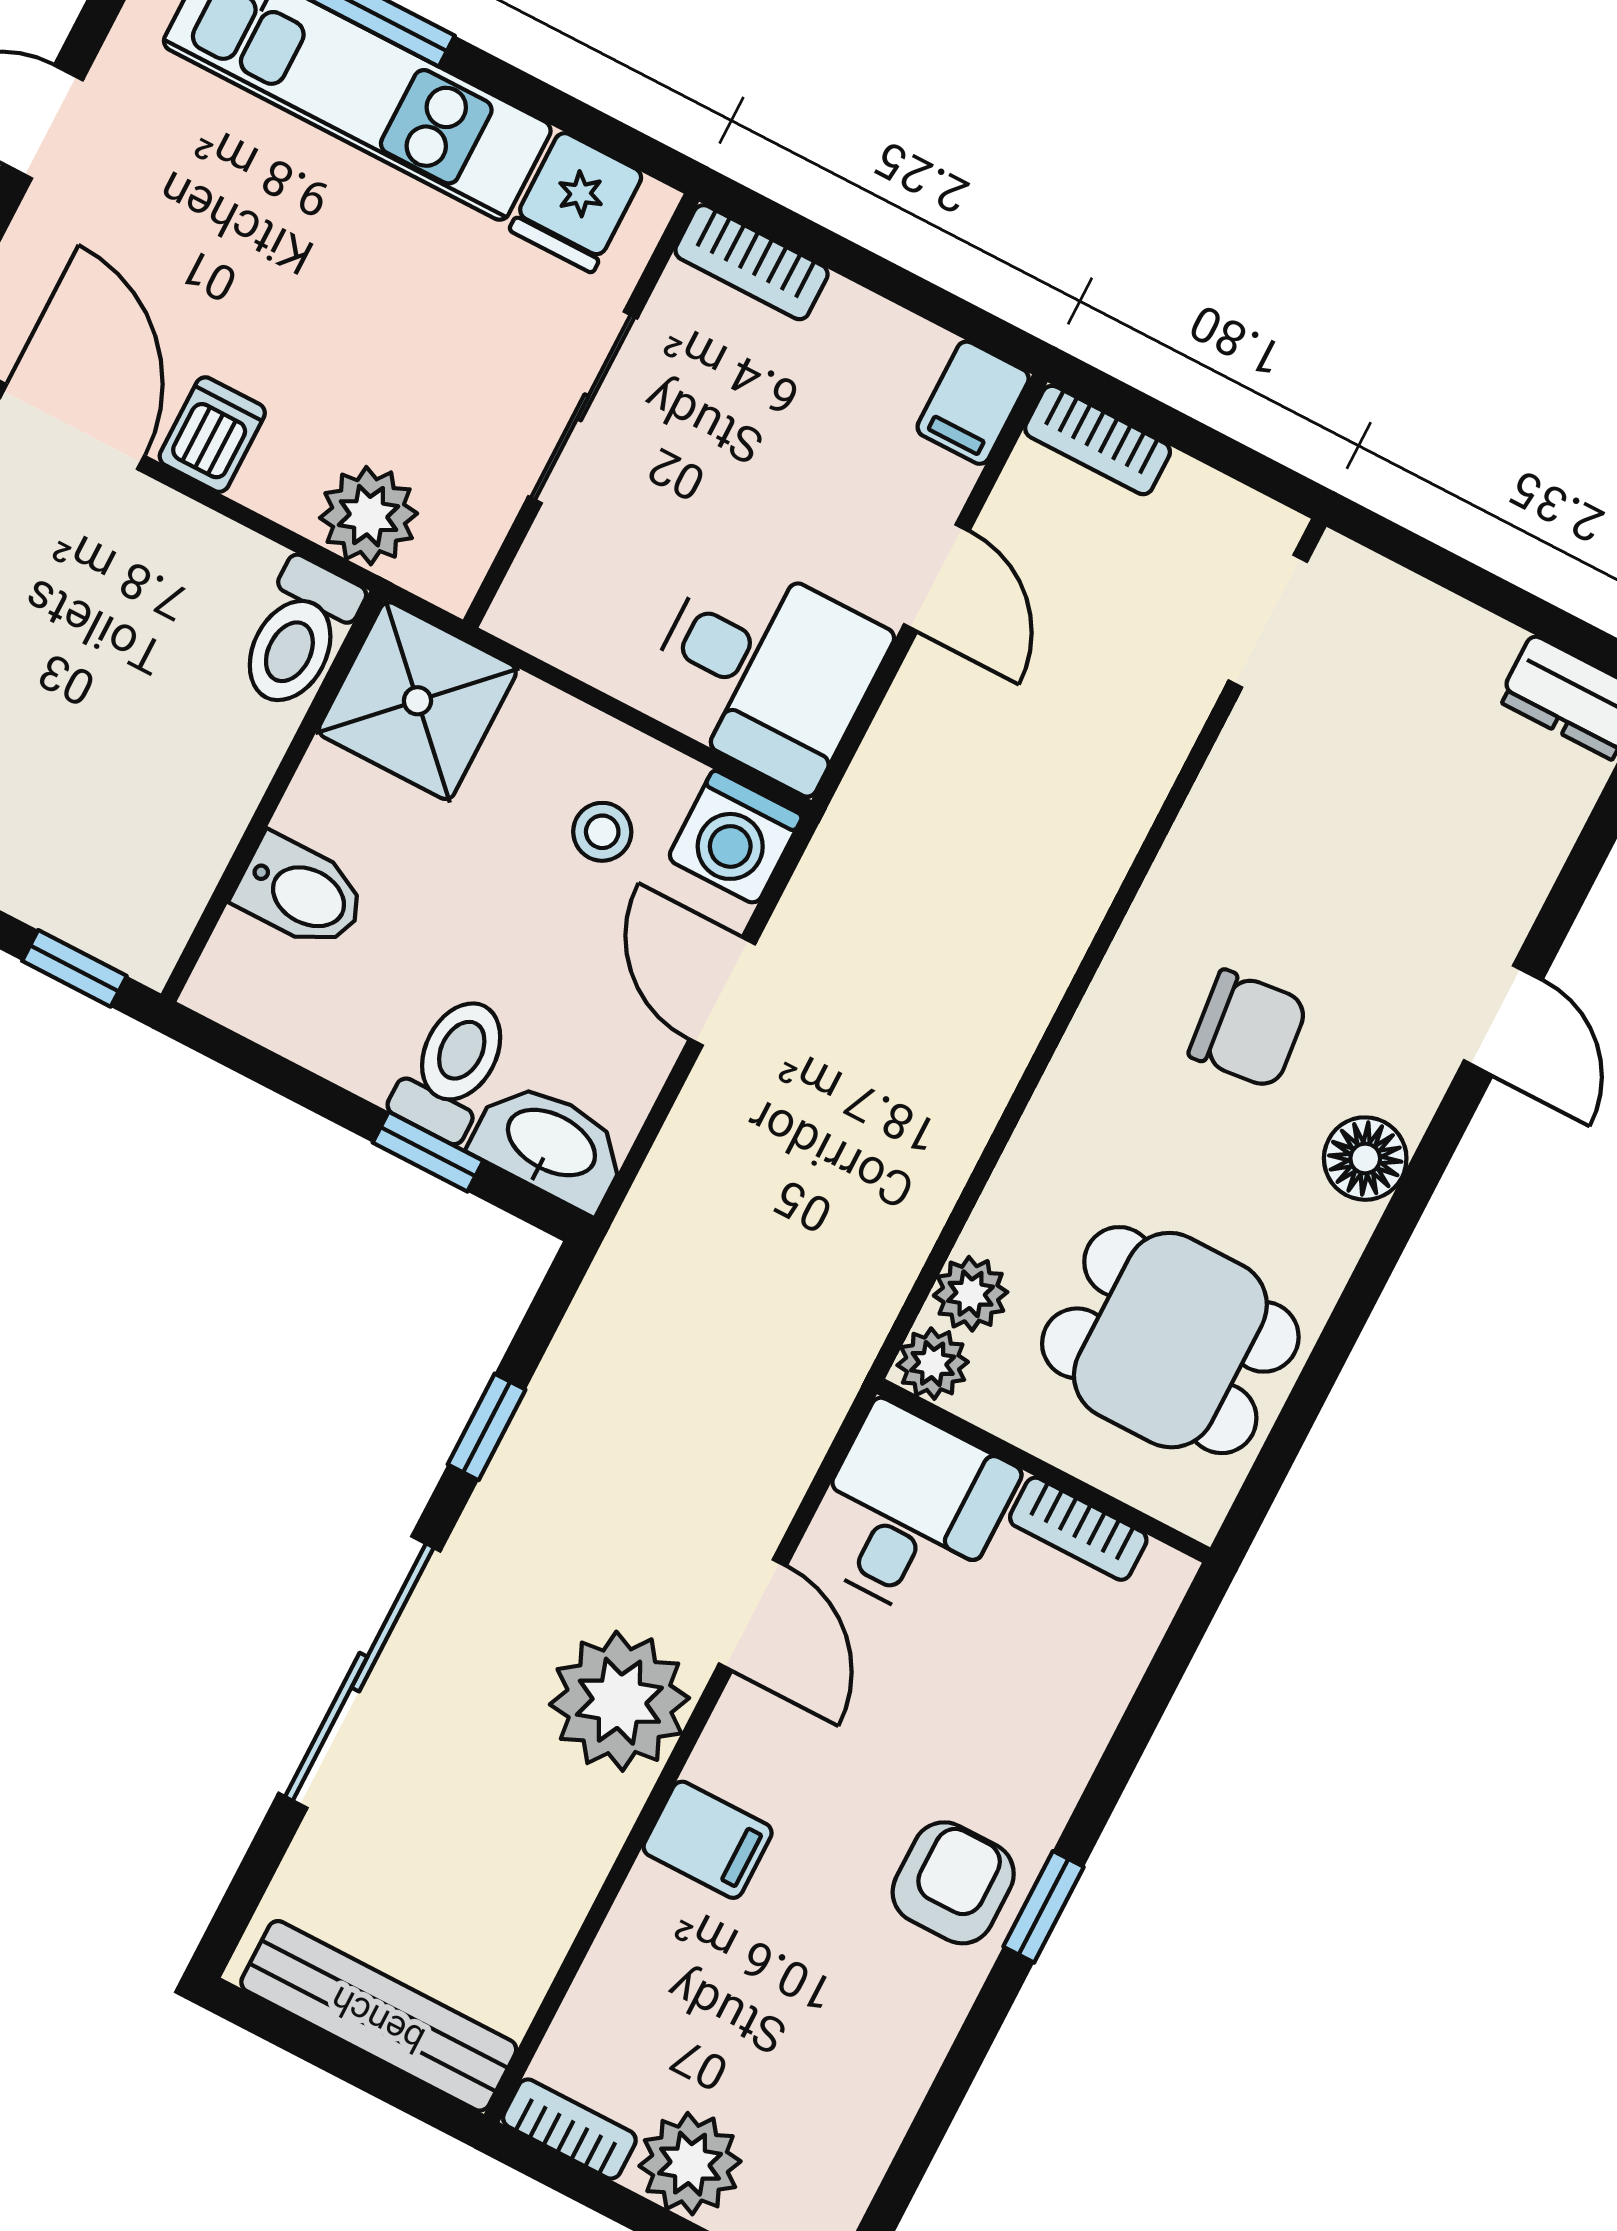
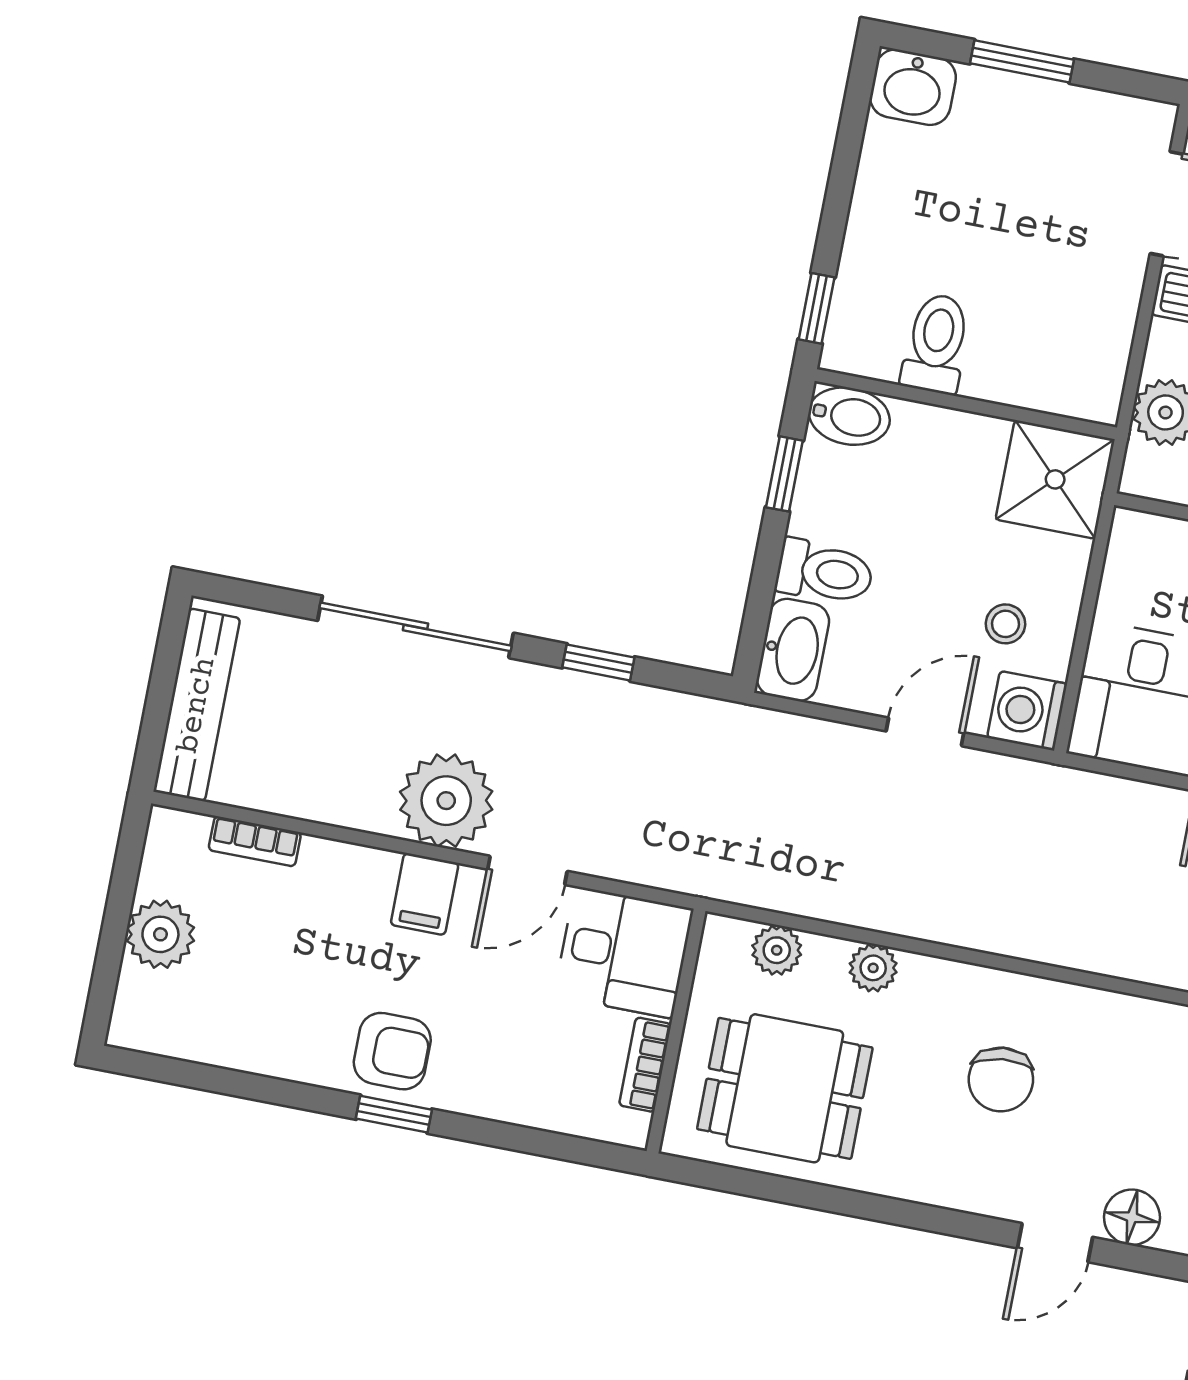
toilet: (299, 634) -> (936, 344), moved, turned 90
bidet: (301, 893) -> (849, 416), moved, turned -90
window: (428, 1152) -> (784, 474), moved
floor lamp: (1365, 1159) -> (1132, 1217), moved
dining table: (1170, 1340) -> (785, 1088), turned 90
plant: (933, 1364) -> (873, 968), moved
filing cabinet: (708, 1840) -> (425, 894), moved
bookcase: (569, 2129) -> (255, 841), moved, turned 90

